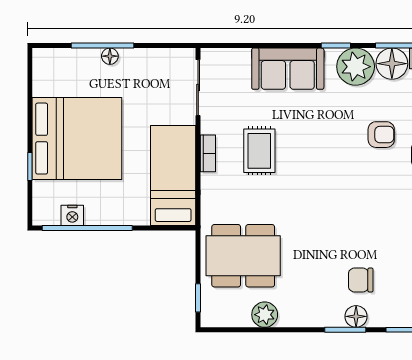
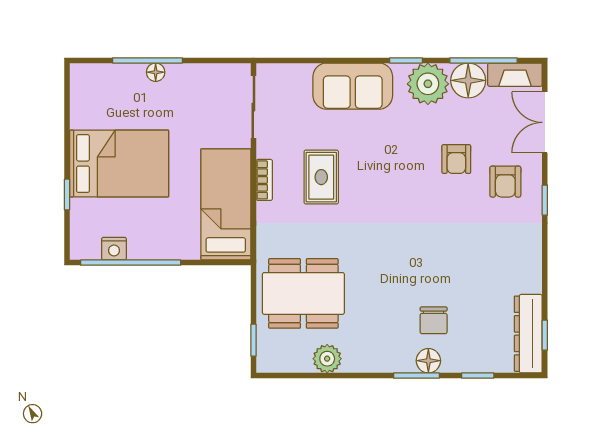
armchair: (381, 135) -> (456, 159), turned 90
bed: (77, 139) -> (119, 164), width x0.73
chair: (361, 280) -> (434, 320), turned -90

